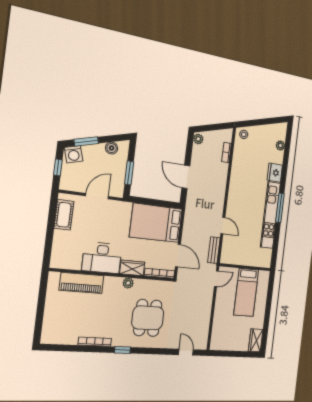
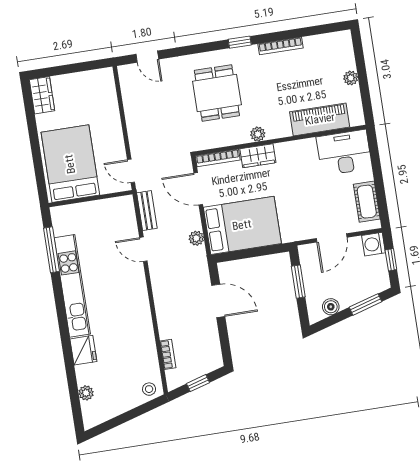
window: (213, 127) -> (198, 383), added
plant: (198, 139) -> (196, 238), moved
washing machine: (74, 154) -> (373, 244), moved, turned -74
window: (280, 208) -> (51, 250), moved
desk: (102, 258) -> (344, 153), moved
door: (216, 279) -> (131, 171), hinge flipped
bed: (246, 292) -> (70, 164), width x1.50
plant: (50, 308) -> (351, 78), added

